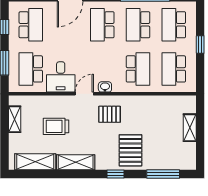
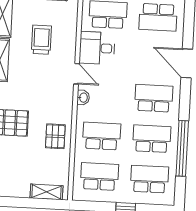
school desk: (138, 69) -> (102, 136), turned 180
pallet: (110, 114) -> (55, 136), moved
shelving: (190, 128) -> (46, 192), moved

